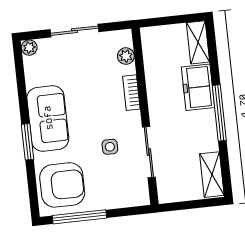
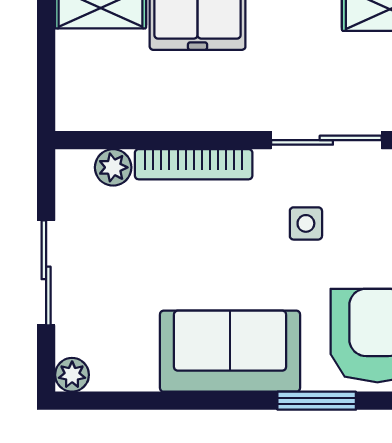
bookcase: (131, 93) -> (194, 164), width x1.56
window: (27, 142) -> (317, 401), moved

